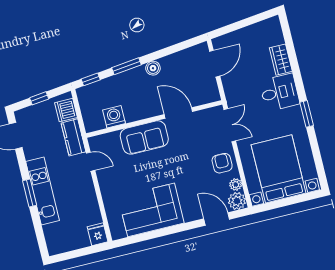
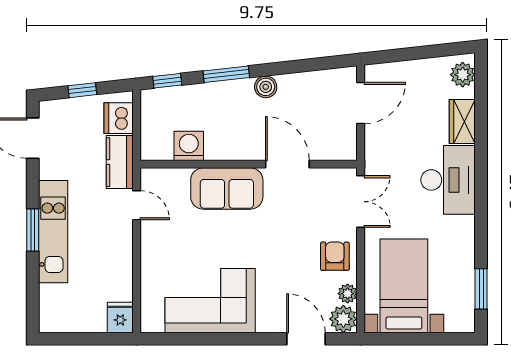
plant: (274, 30) -> (463, 75), added
desk: (279, 92) -> (448, 180), width x1.37
window: (307, 114) -> (481, 289), moved
bed with nightstands: (279, 169) -> (404, 286), width x0.73

